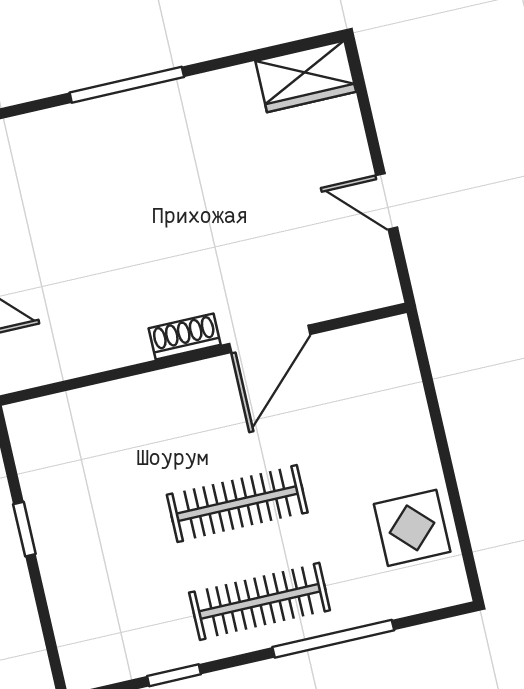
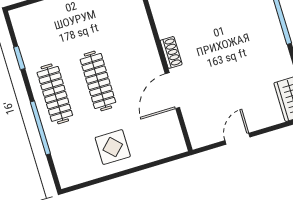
door: (270, 339) -> (172, 91), hinge flipped
display table: (412, 528) -> (113, 147), moved

